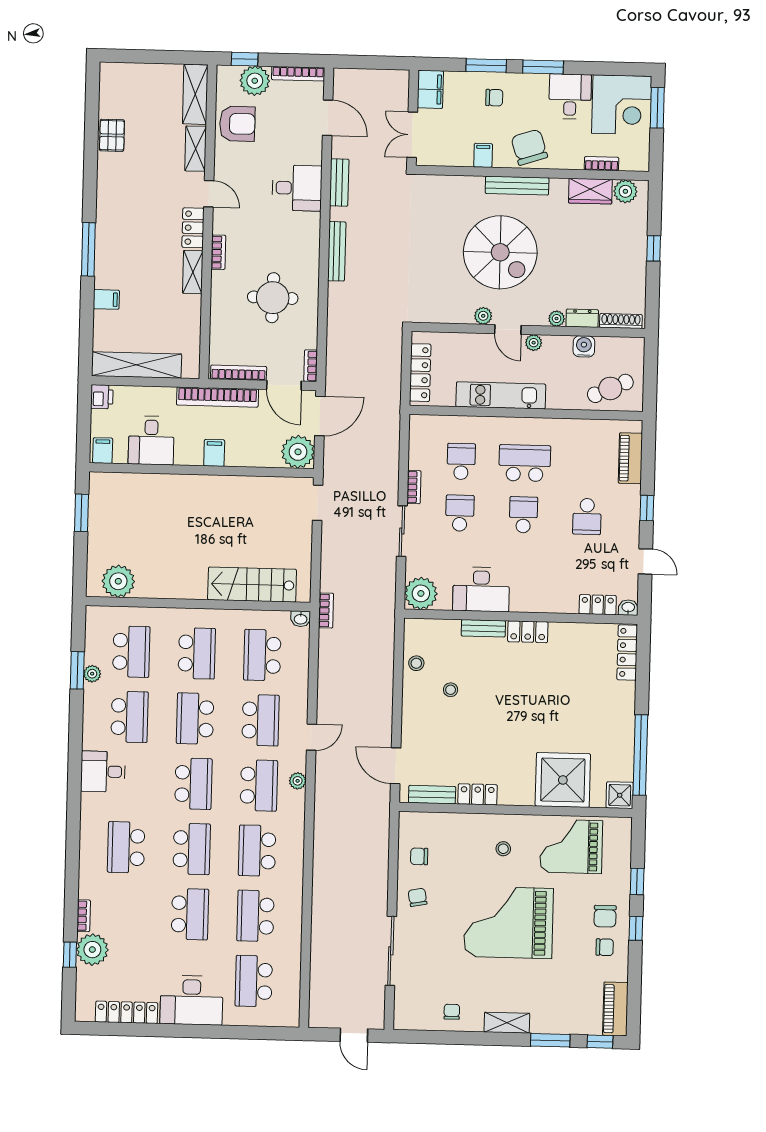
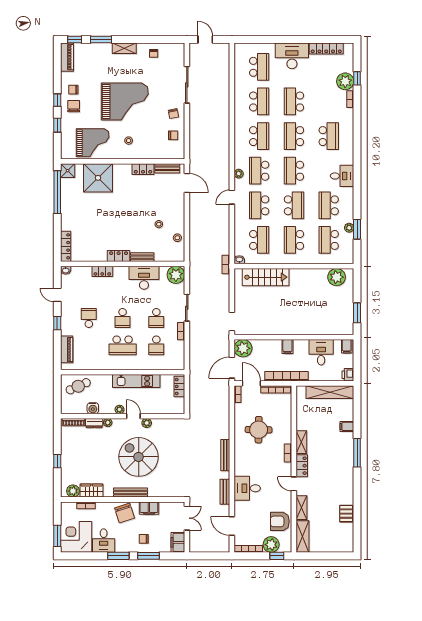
filing cabinet: (483, 155) -> (149, 508), width x2.00
locker: (420, 373) -> (179, 387), width x0.66
locker: (598, 605) -> (102, 271), moved

